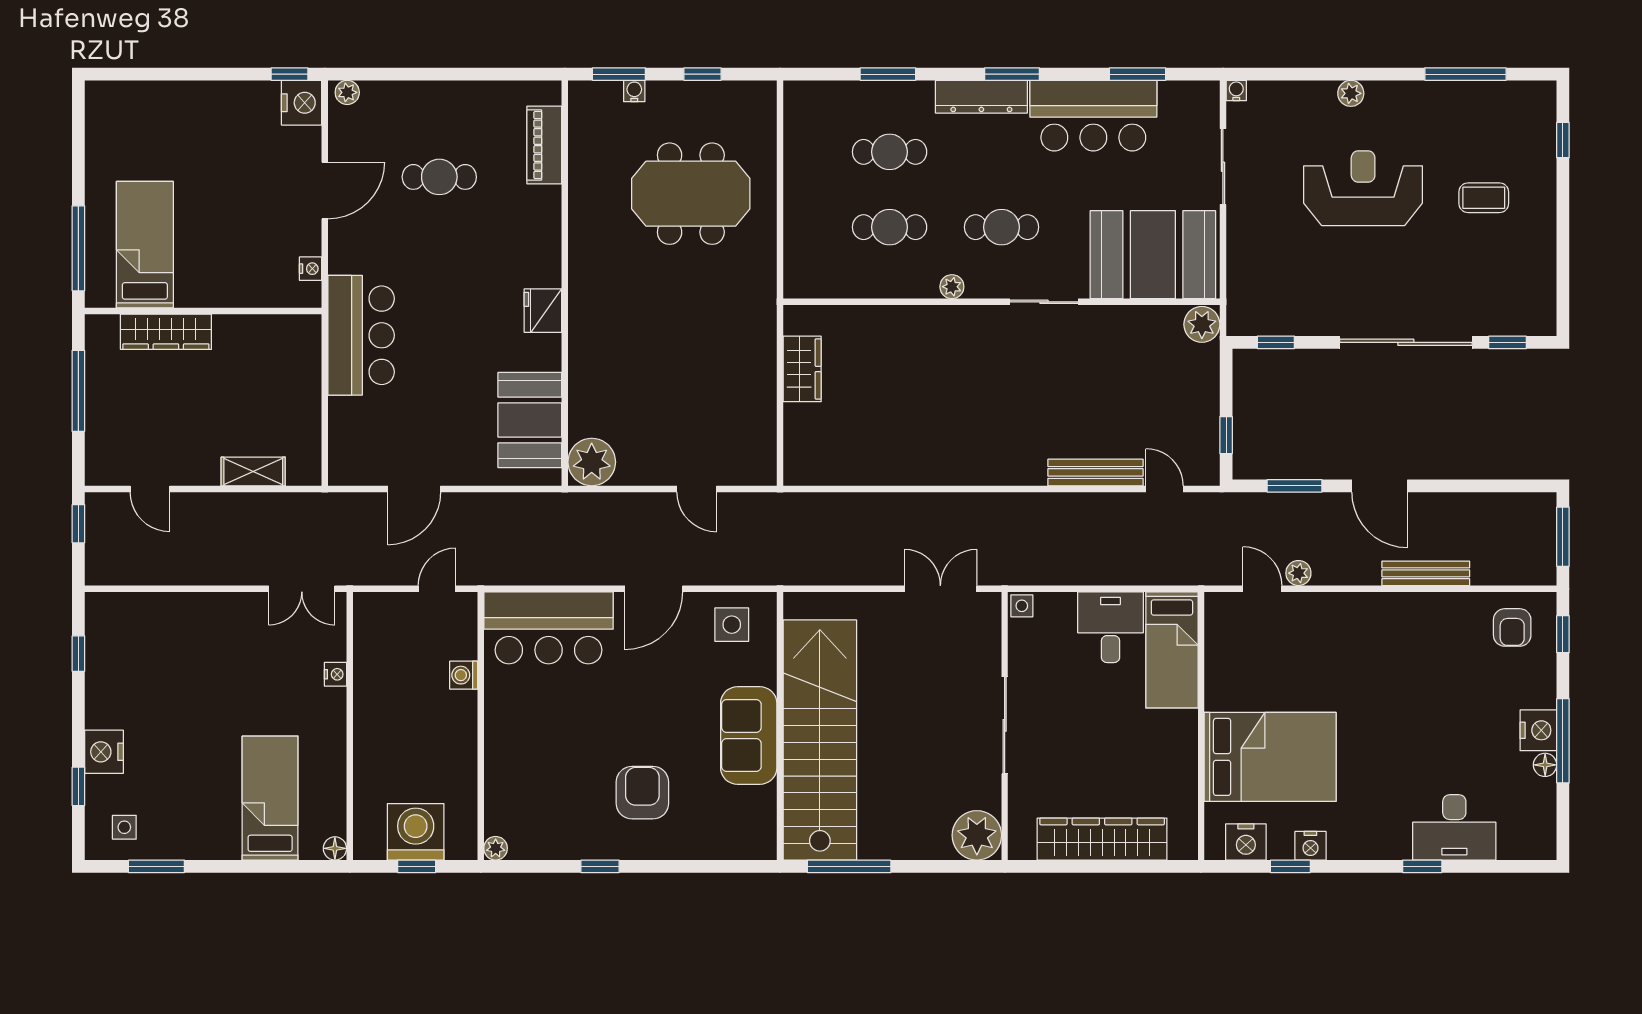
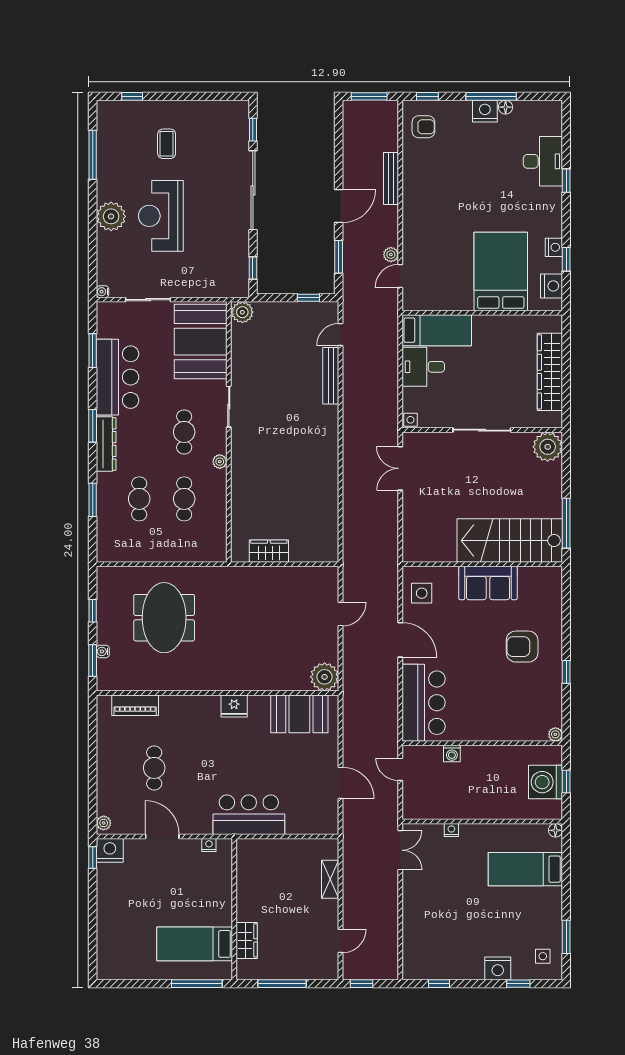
plant: (1351, 93) -> (111, 216), width x1.88, depth x1.88
wardrobe: (166, 332) -> (247, 940), width x0.67
stairs: (820, 740) -> (510, 541), width x0.73

